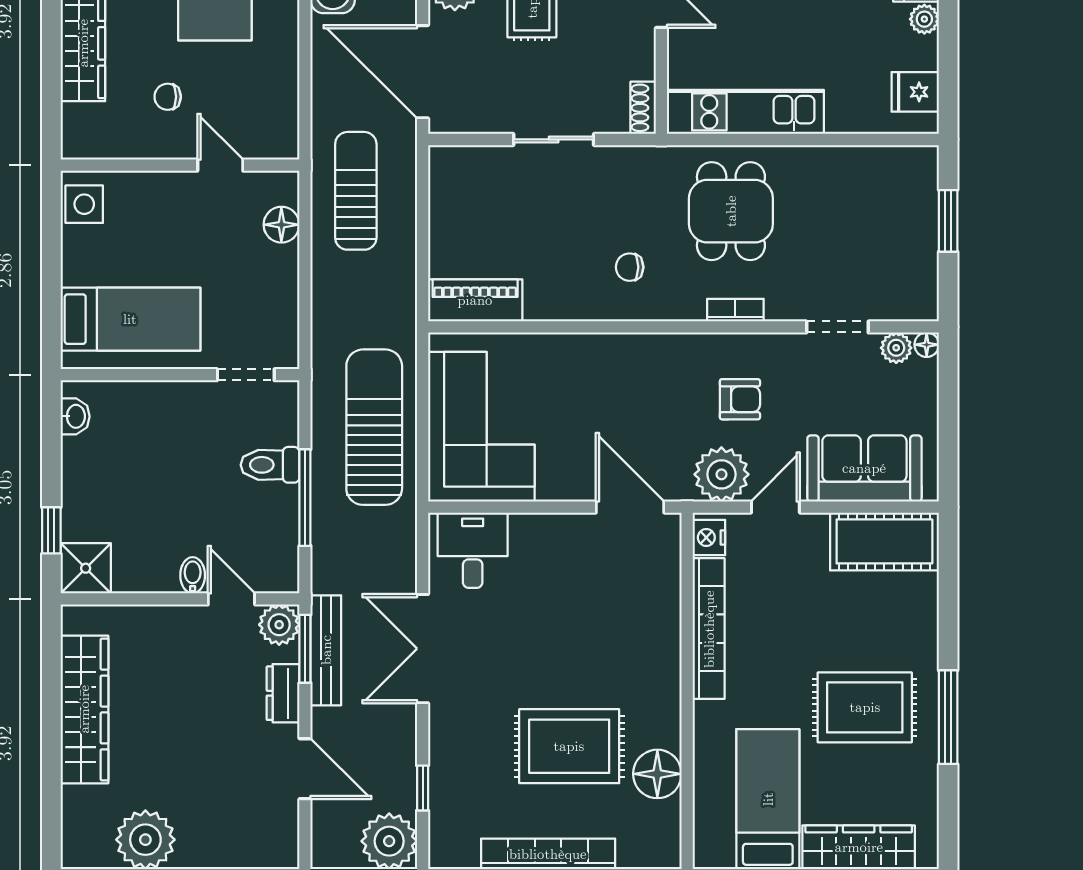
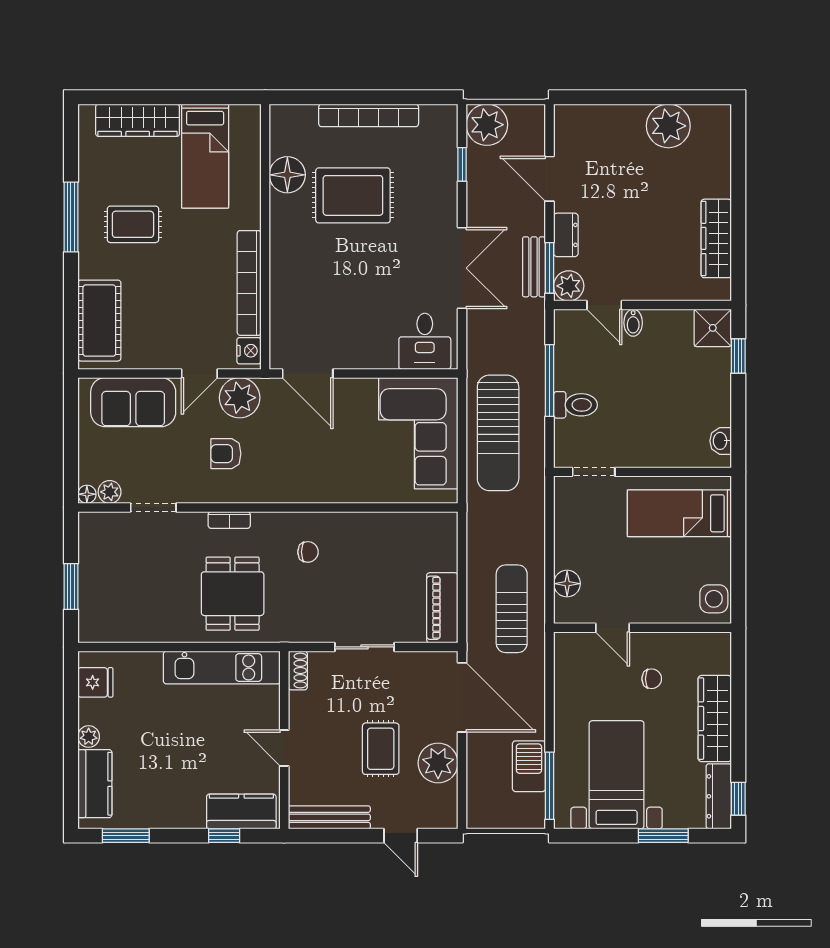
sun lounger: (356, 191) -> (512, 609), turned 180
piano: (475, 300) -> (442, 608), moved, turned 90
cot: (884, 541) -> (99, 321), moved, turned 90
bench: (326, 650) -> (534, 267), width x0.73
rug: (865, 707) -> (133, 224), width x0.73, depth x0.70
wardrobe: (84, 709) -> (716, 238), width x0.71, depth x0.85

